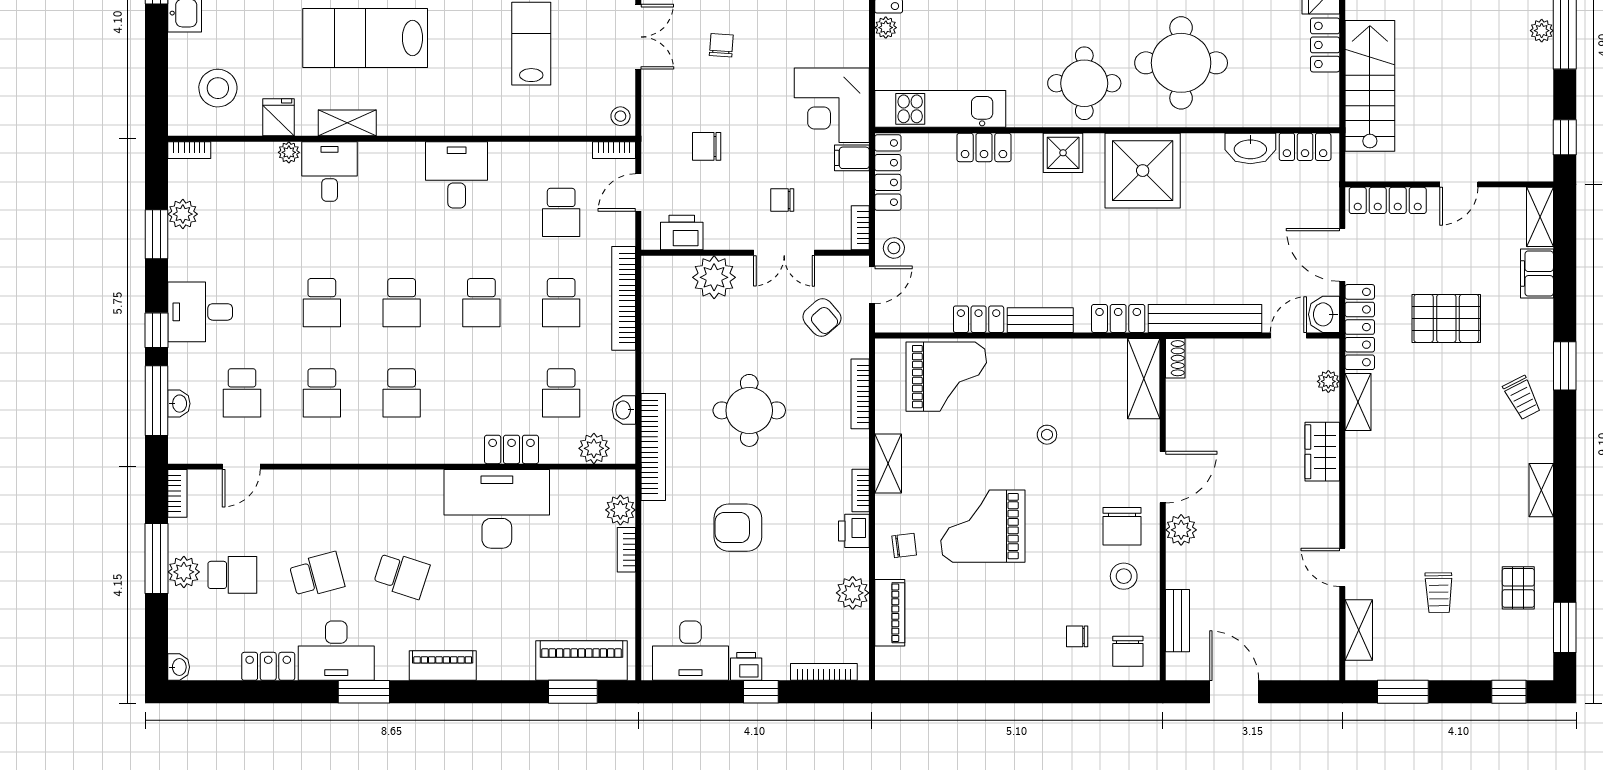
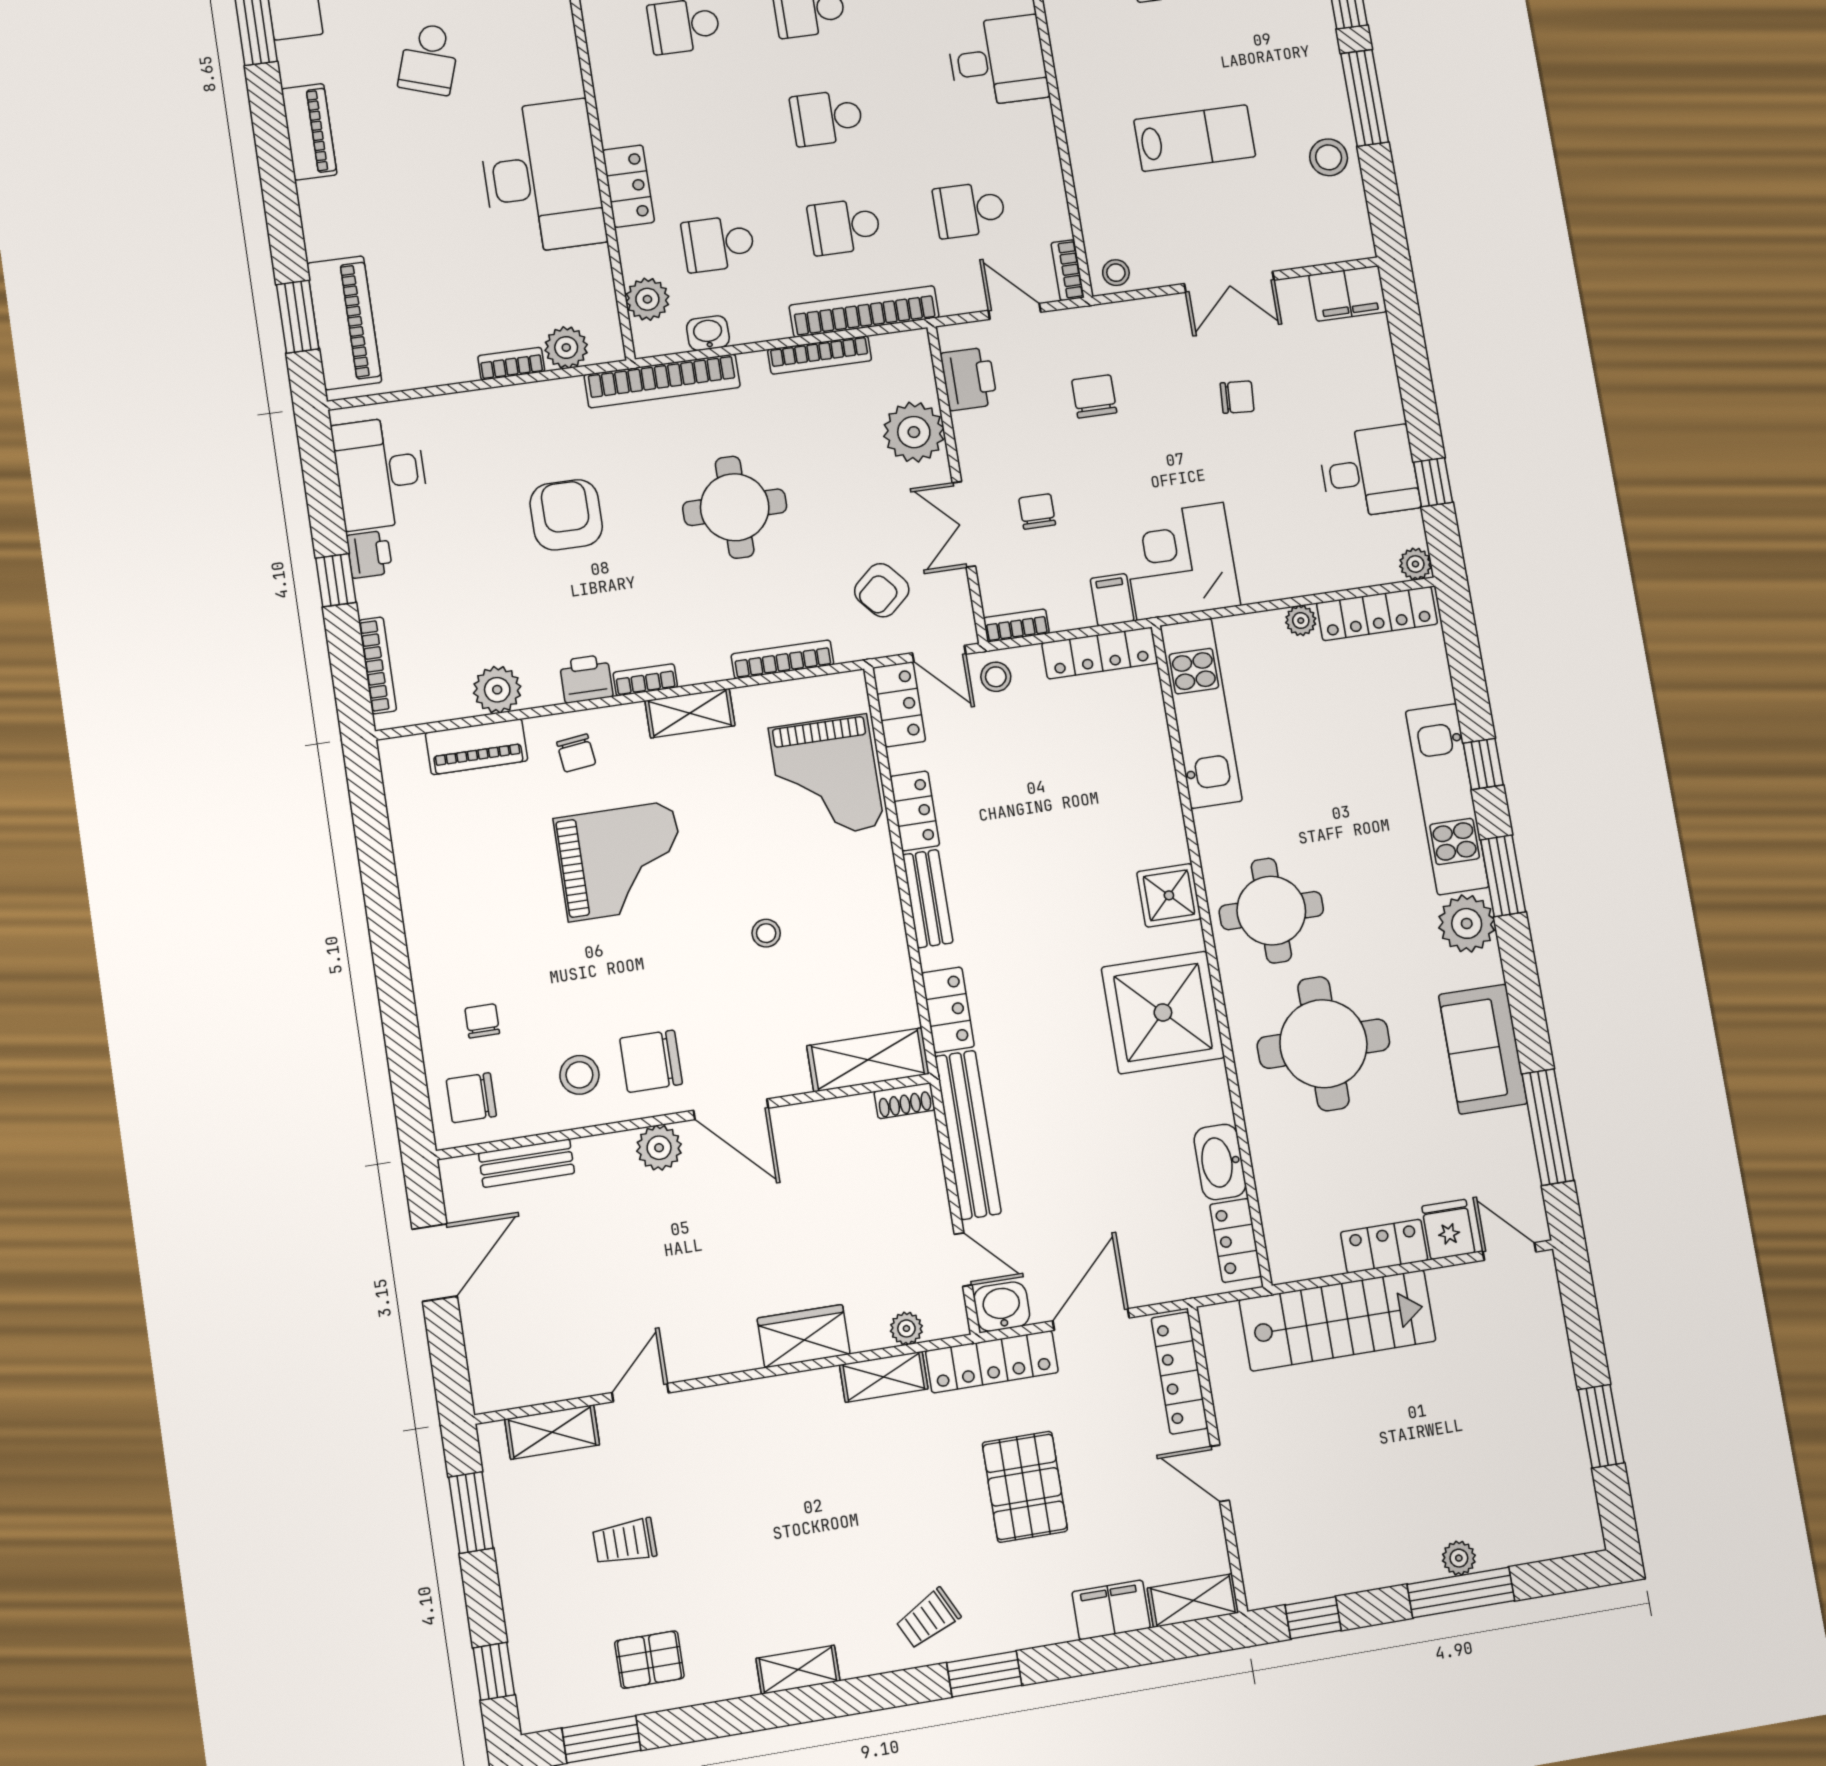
locker: (984, 147) -> (899, 704), moved, turned 180
bookcase: (650, 334) -> (820, 355), added
grand piano: (983, 526) -> (621, 861), turned 90

